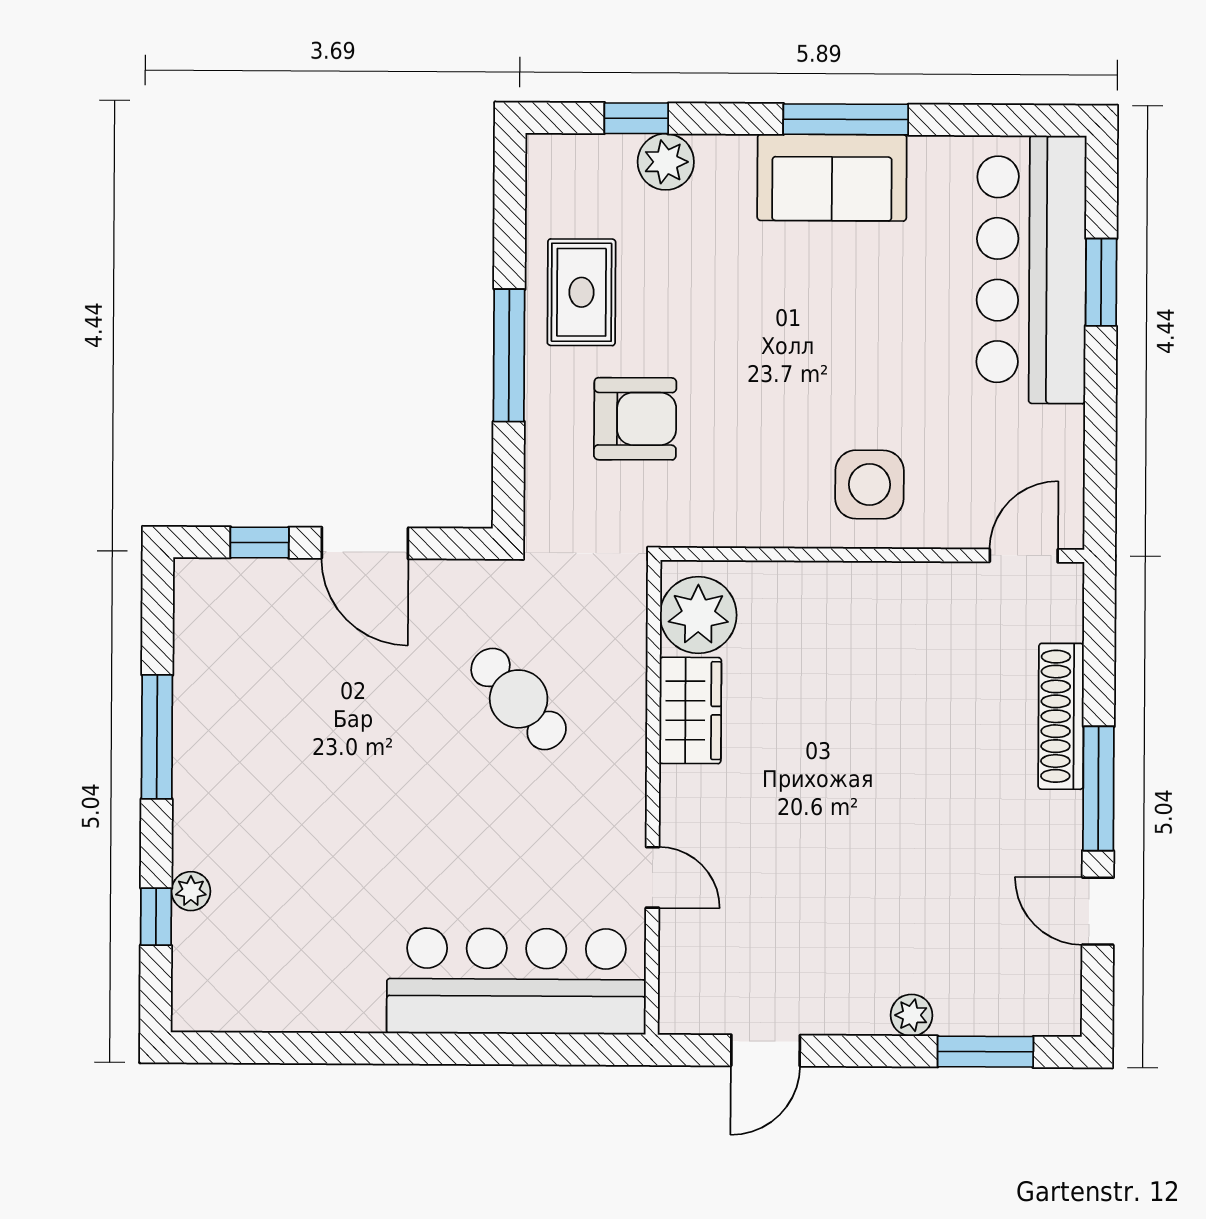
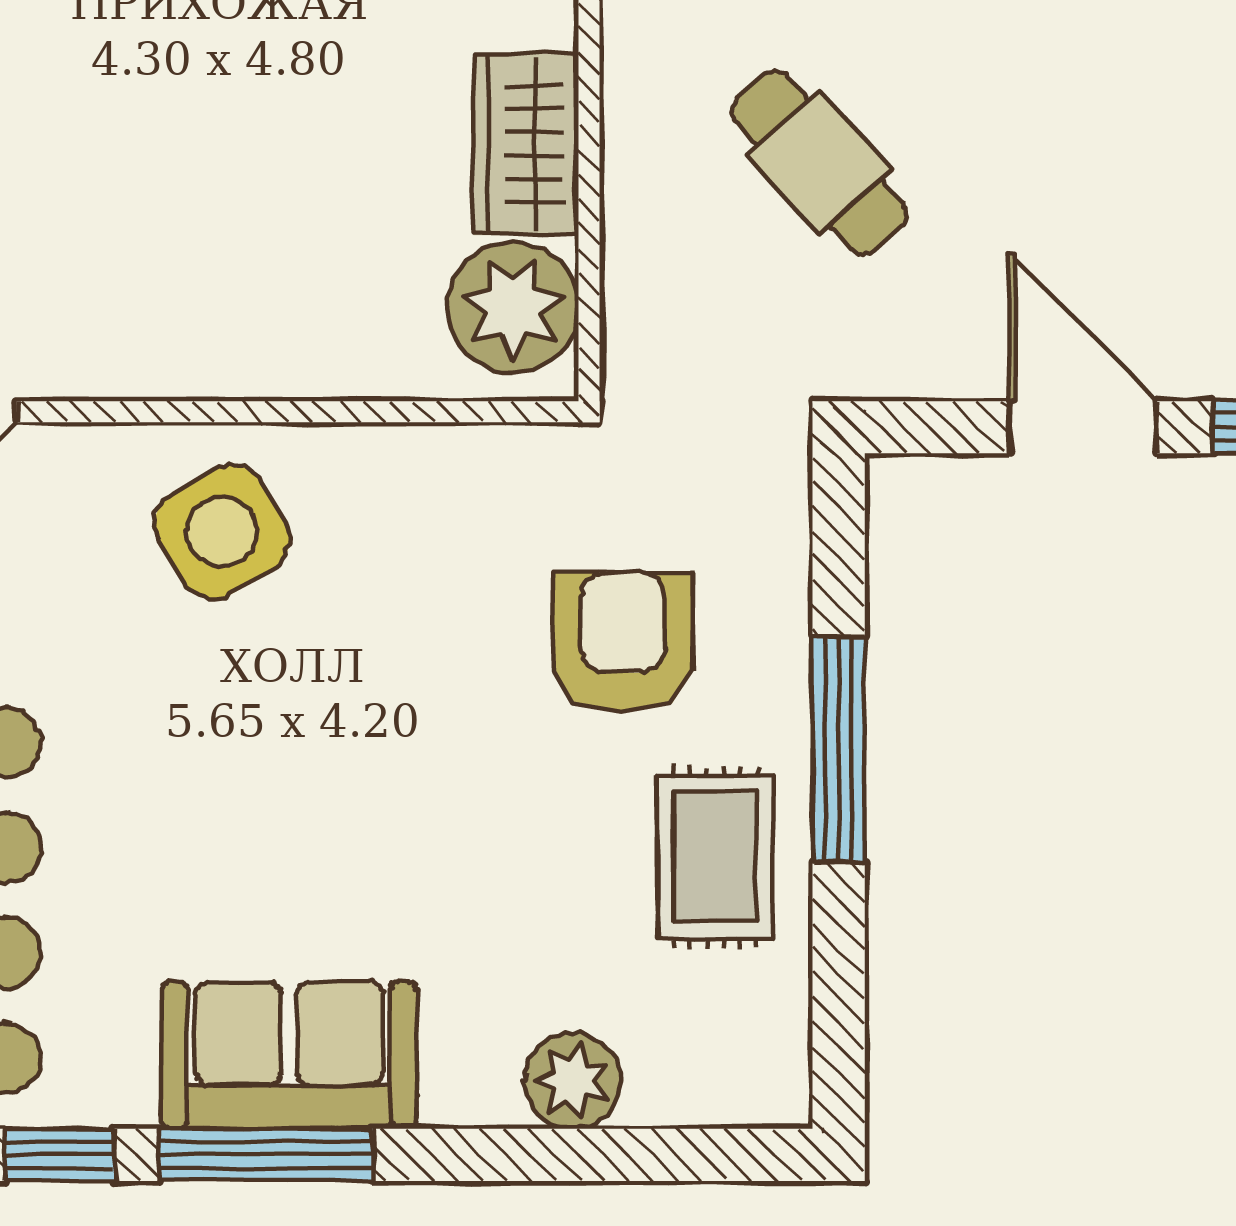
window: (636, 118) -> (59, 1155), moved
armchair: (635, 419) -> (623, 642), turned 90
side table: (869, 485) -> (222, 532), turned -30

